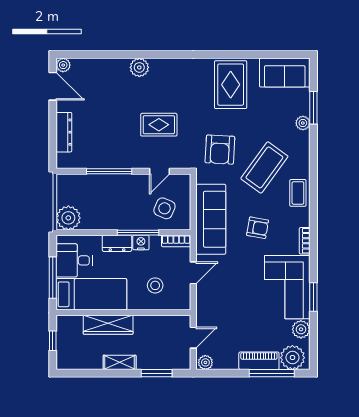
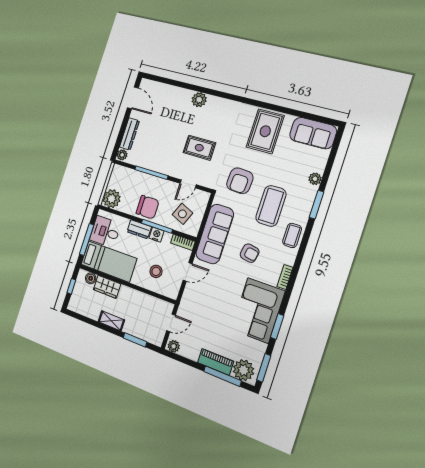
plant: (63, 65) -> (122, 155), moved
window: (313, 108) -> (317, 205), moved
coffee table: (264, 167) -> (271, 206), turned -36
chair: (118, 214) -> (148, 207), added
boiler: (75, 322) -> (91, 278), added
wardrobe: (108, 325) -> (107, 287), width x0.67
plant: (301, 329) -> (258, 350), removed
window: (313, 346) -> (264, 368), added

